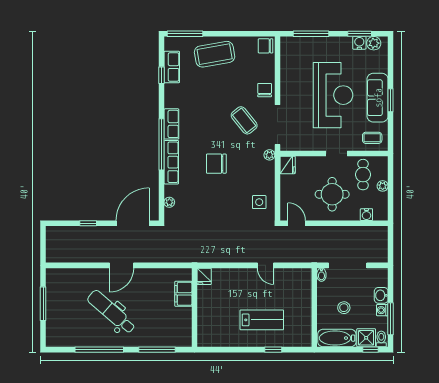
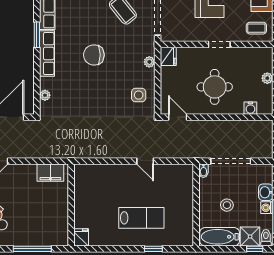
window: (162, 144) -> (37, 35), width x0.47
plant: (269, 155) -> (149, 62), moved
cafe table: (363, 175) -> (247, 66), removed
fridge: (204, 276) -> (81, 237), moved, turned 180
filing cabinet: (183, 294) -> (50, 173), moved, turned -90

